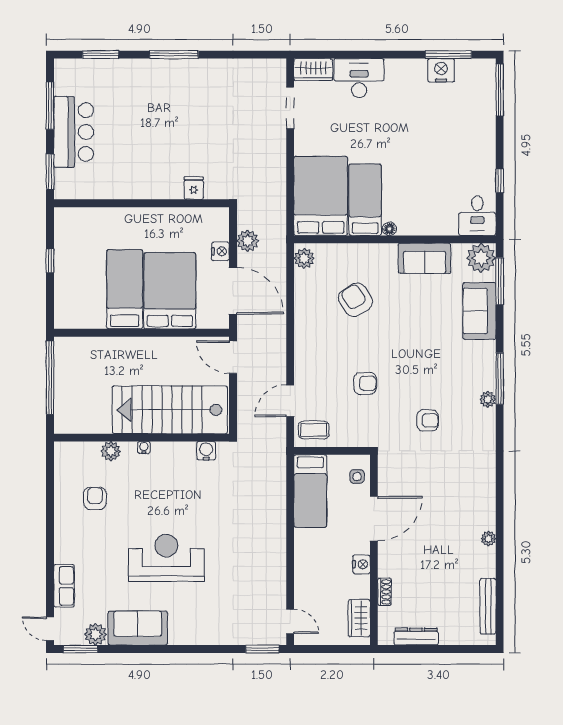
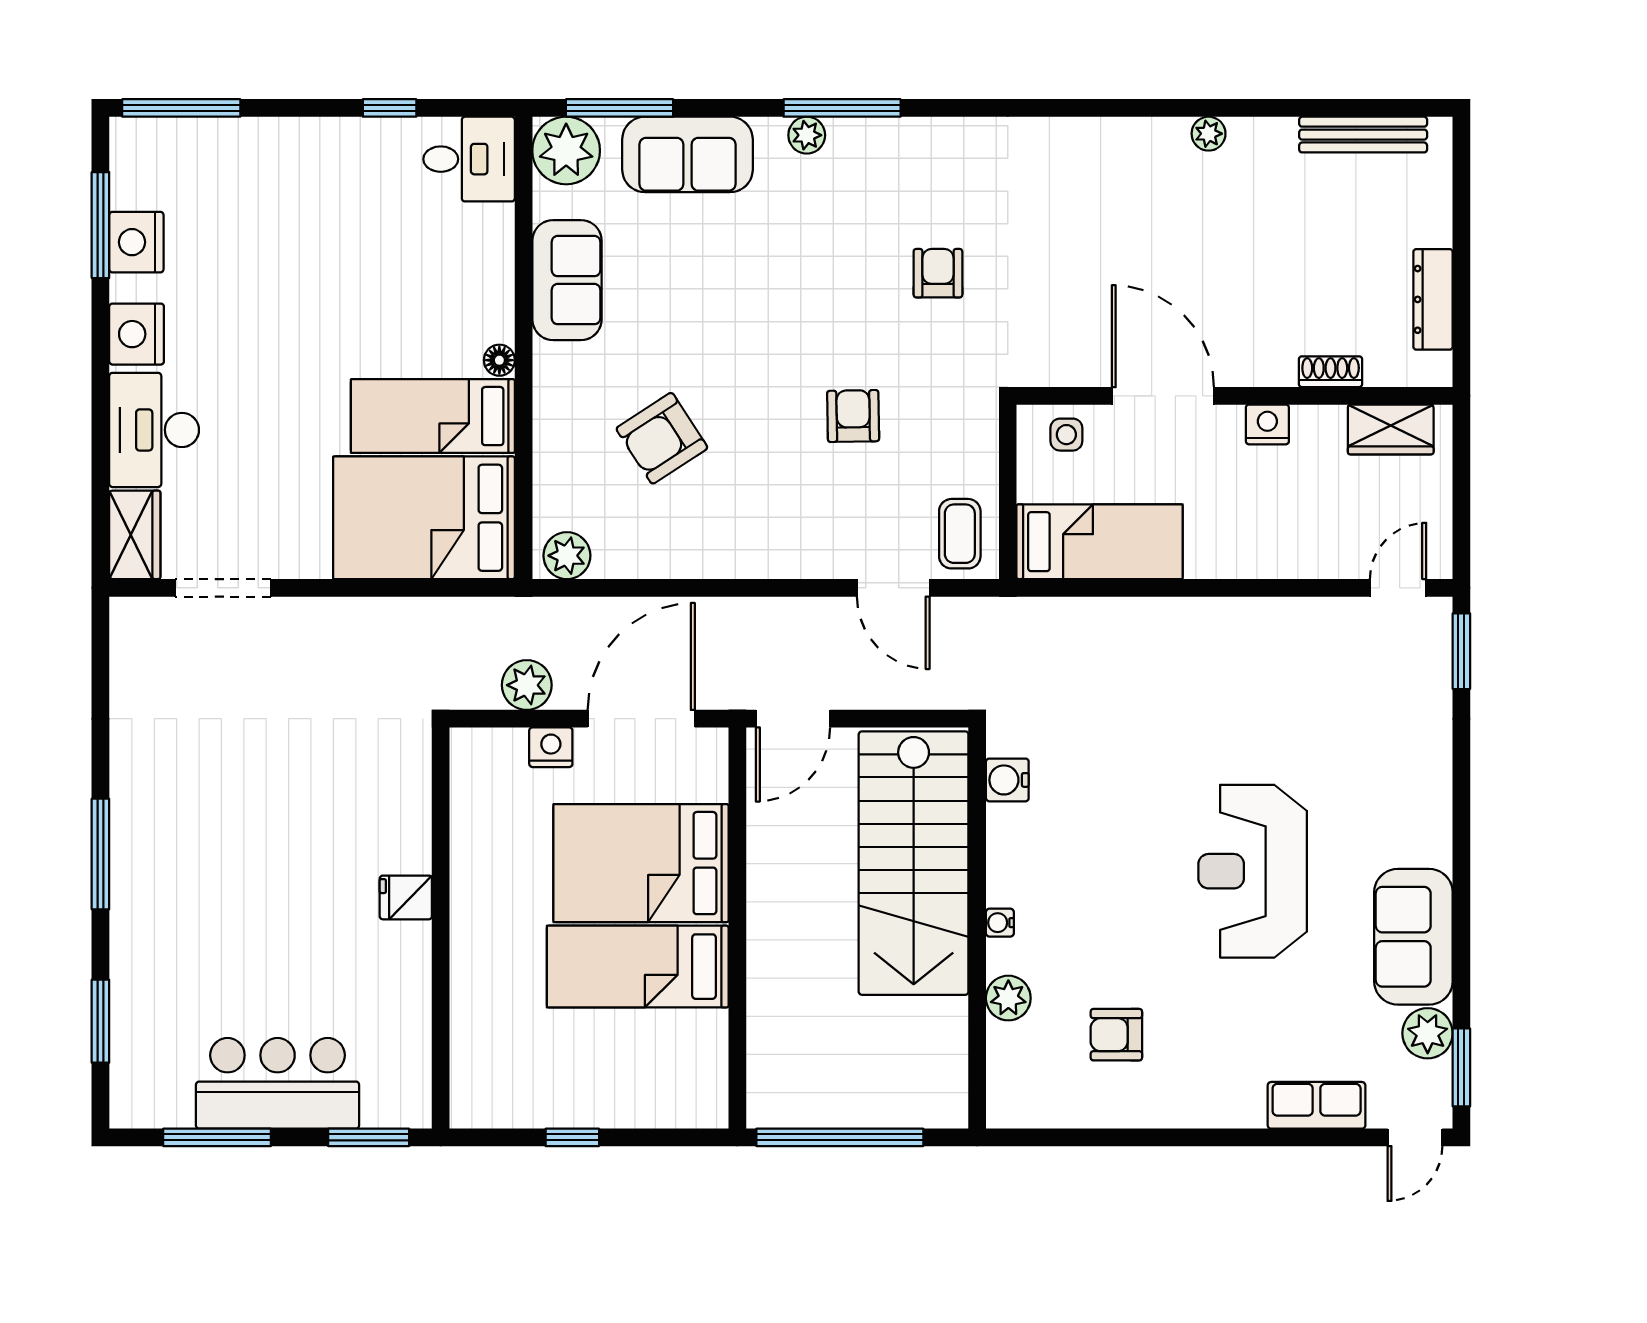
nightstand: (401, 70) -> (137, 334), added
fridge: (194, 188) -> (406, 897), moved
plant: (488, 399) -> (807, 135), moved

